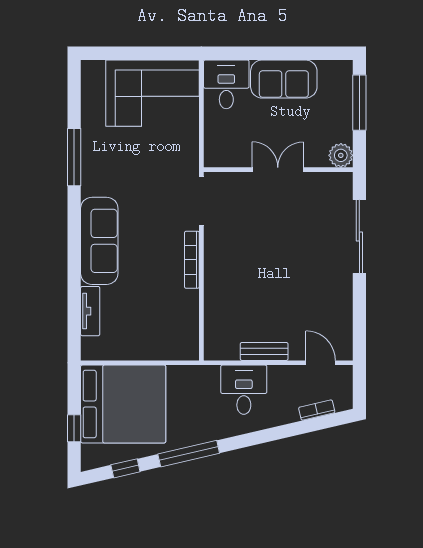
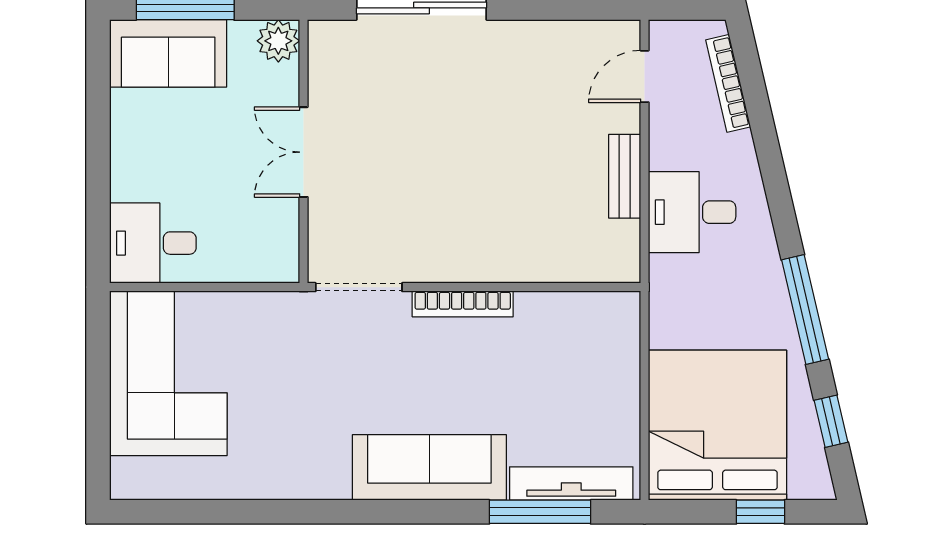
sofa: (284, 79) -> (168, 53), moved, turned 90
window: (74, 157) -> (540, 512), moved
tv unit: (90, 311) -> (571, 483), width x1.41
bookcase: (317, 410) -> (728, 83), width x1.56

